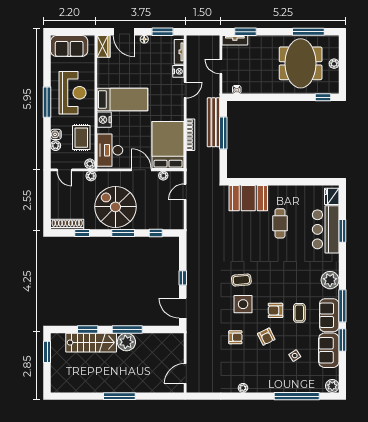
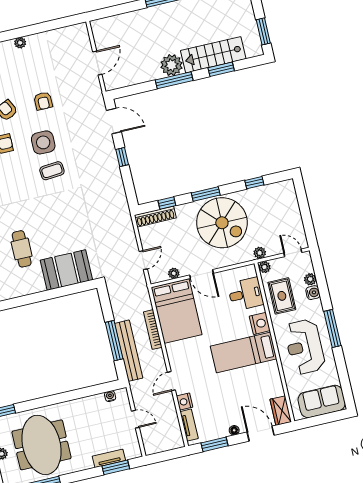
tv unit: (235, 40) -> (109, 458), moved
desk: (110, 150) -> (246, 294), width x0.73
shoe rack: (67, 224) -> (155, 217), moved
armchair: (235, 337) -> (43, 101), turned -90
door: (185, 374) -> (97, 63), moved

